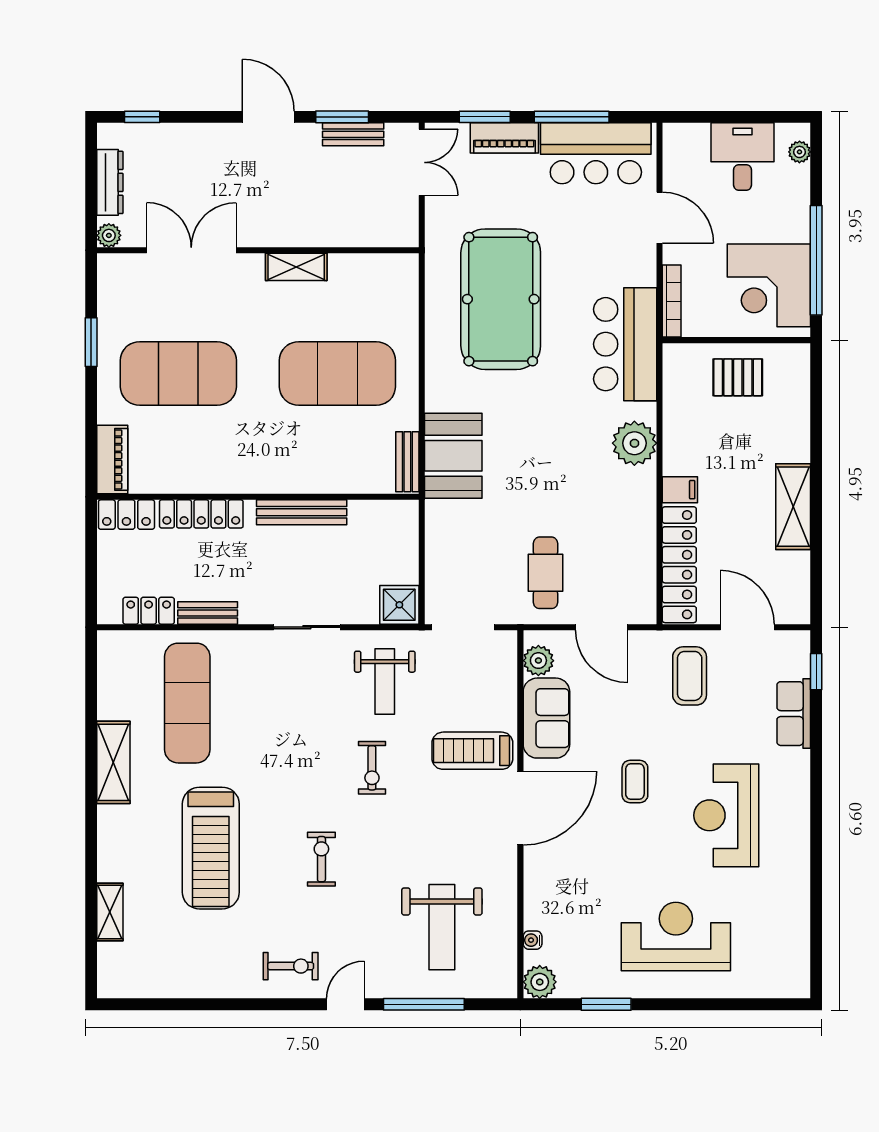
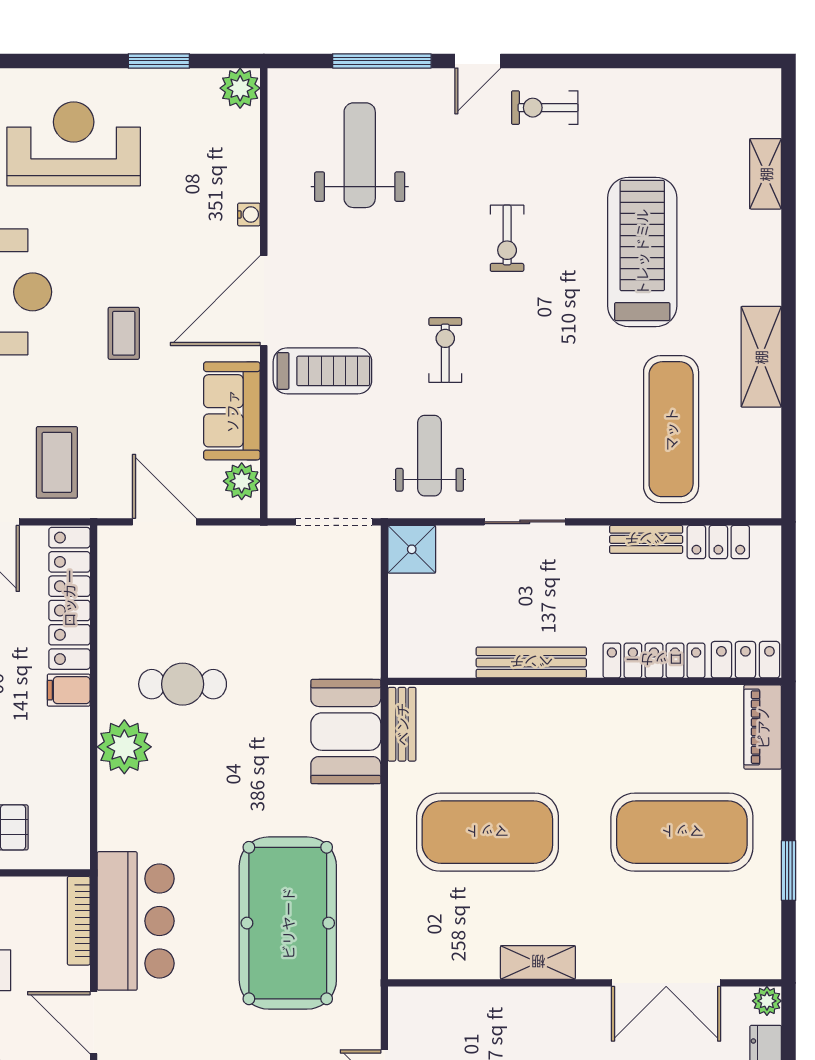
bar counter: (625, 344) -> (136, 921), moved
cafe table: (545, 573) -> (183, 684), moved, turned 90
reception desk: (676, 936) -> (74, 144), turned 180
water cooler: (533, 940) -> (249, 214), moved

